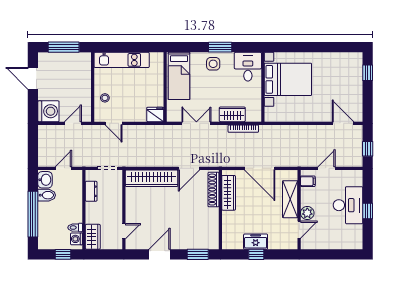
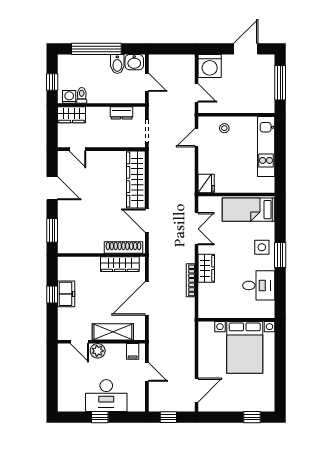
bed with nightstands: (288, 79) -> (245, 347), moved
wall: (263, 87) -> (236, 320), moved

